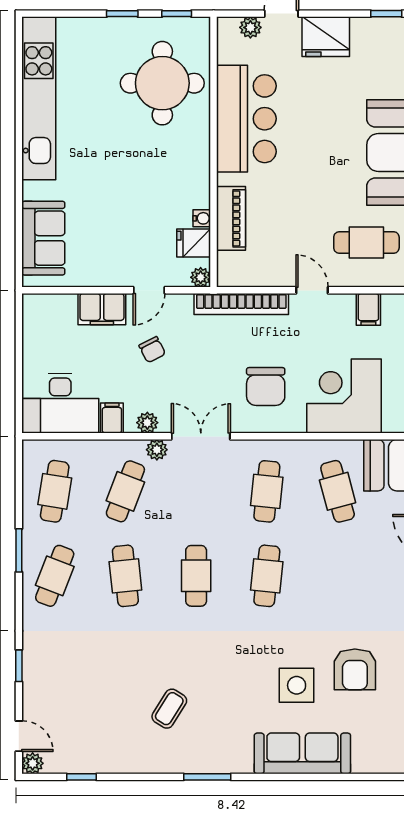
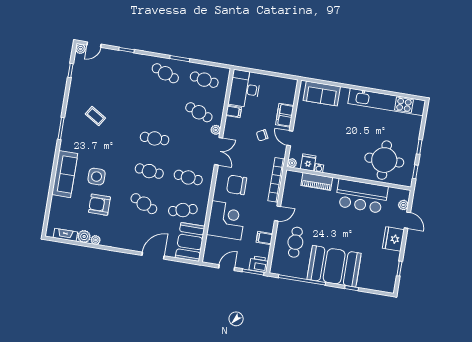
plant: (147, 423) -> (229, 128), removed
cafe table: (125, 576) -> (144, 204), moved, turned 30

